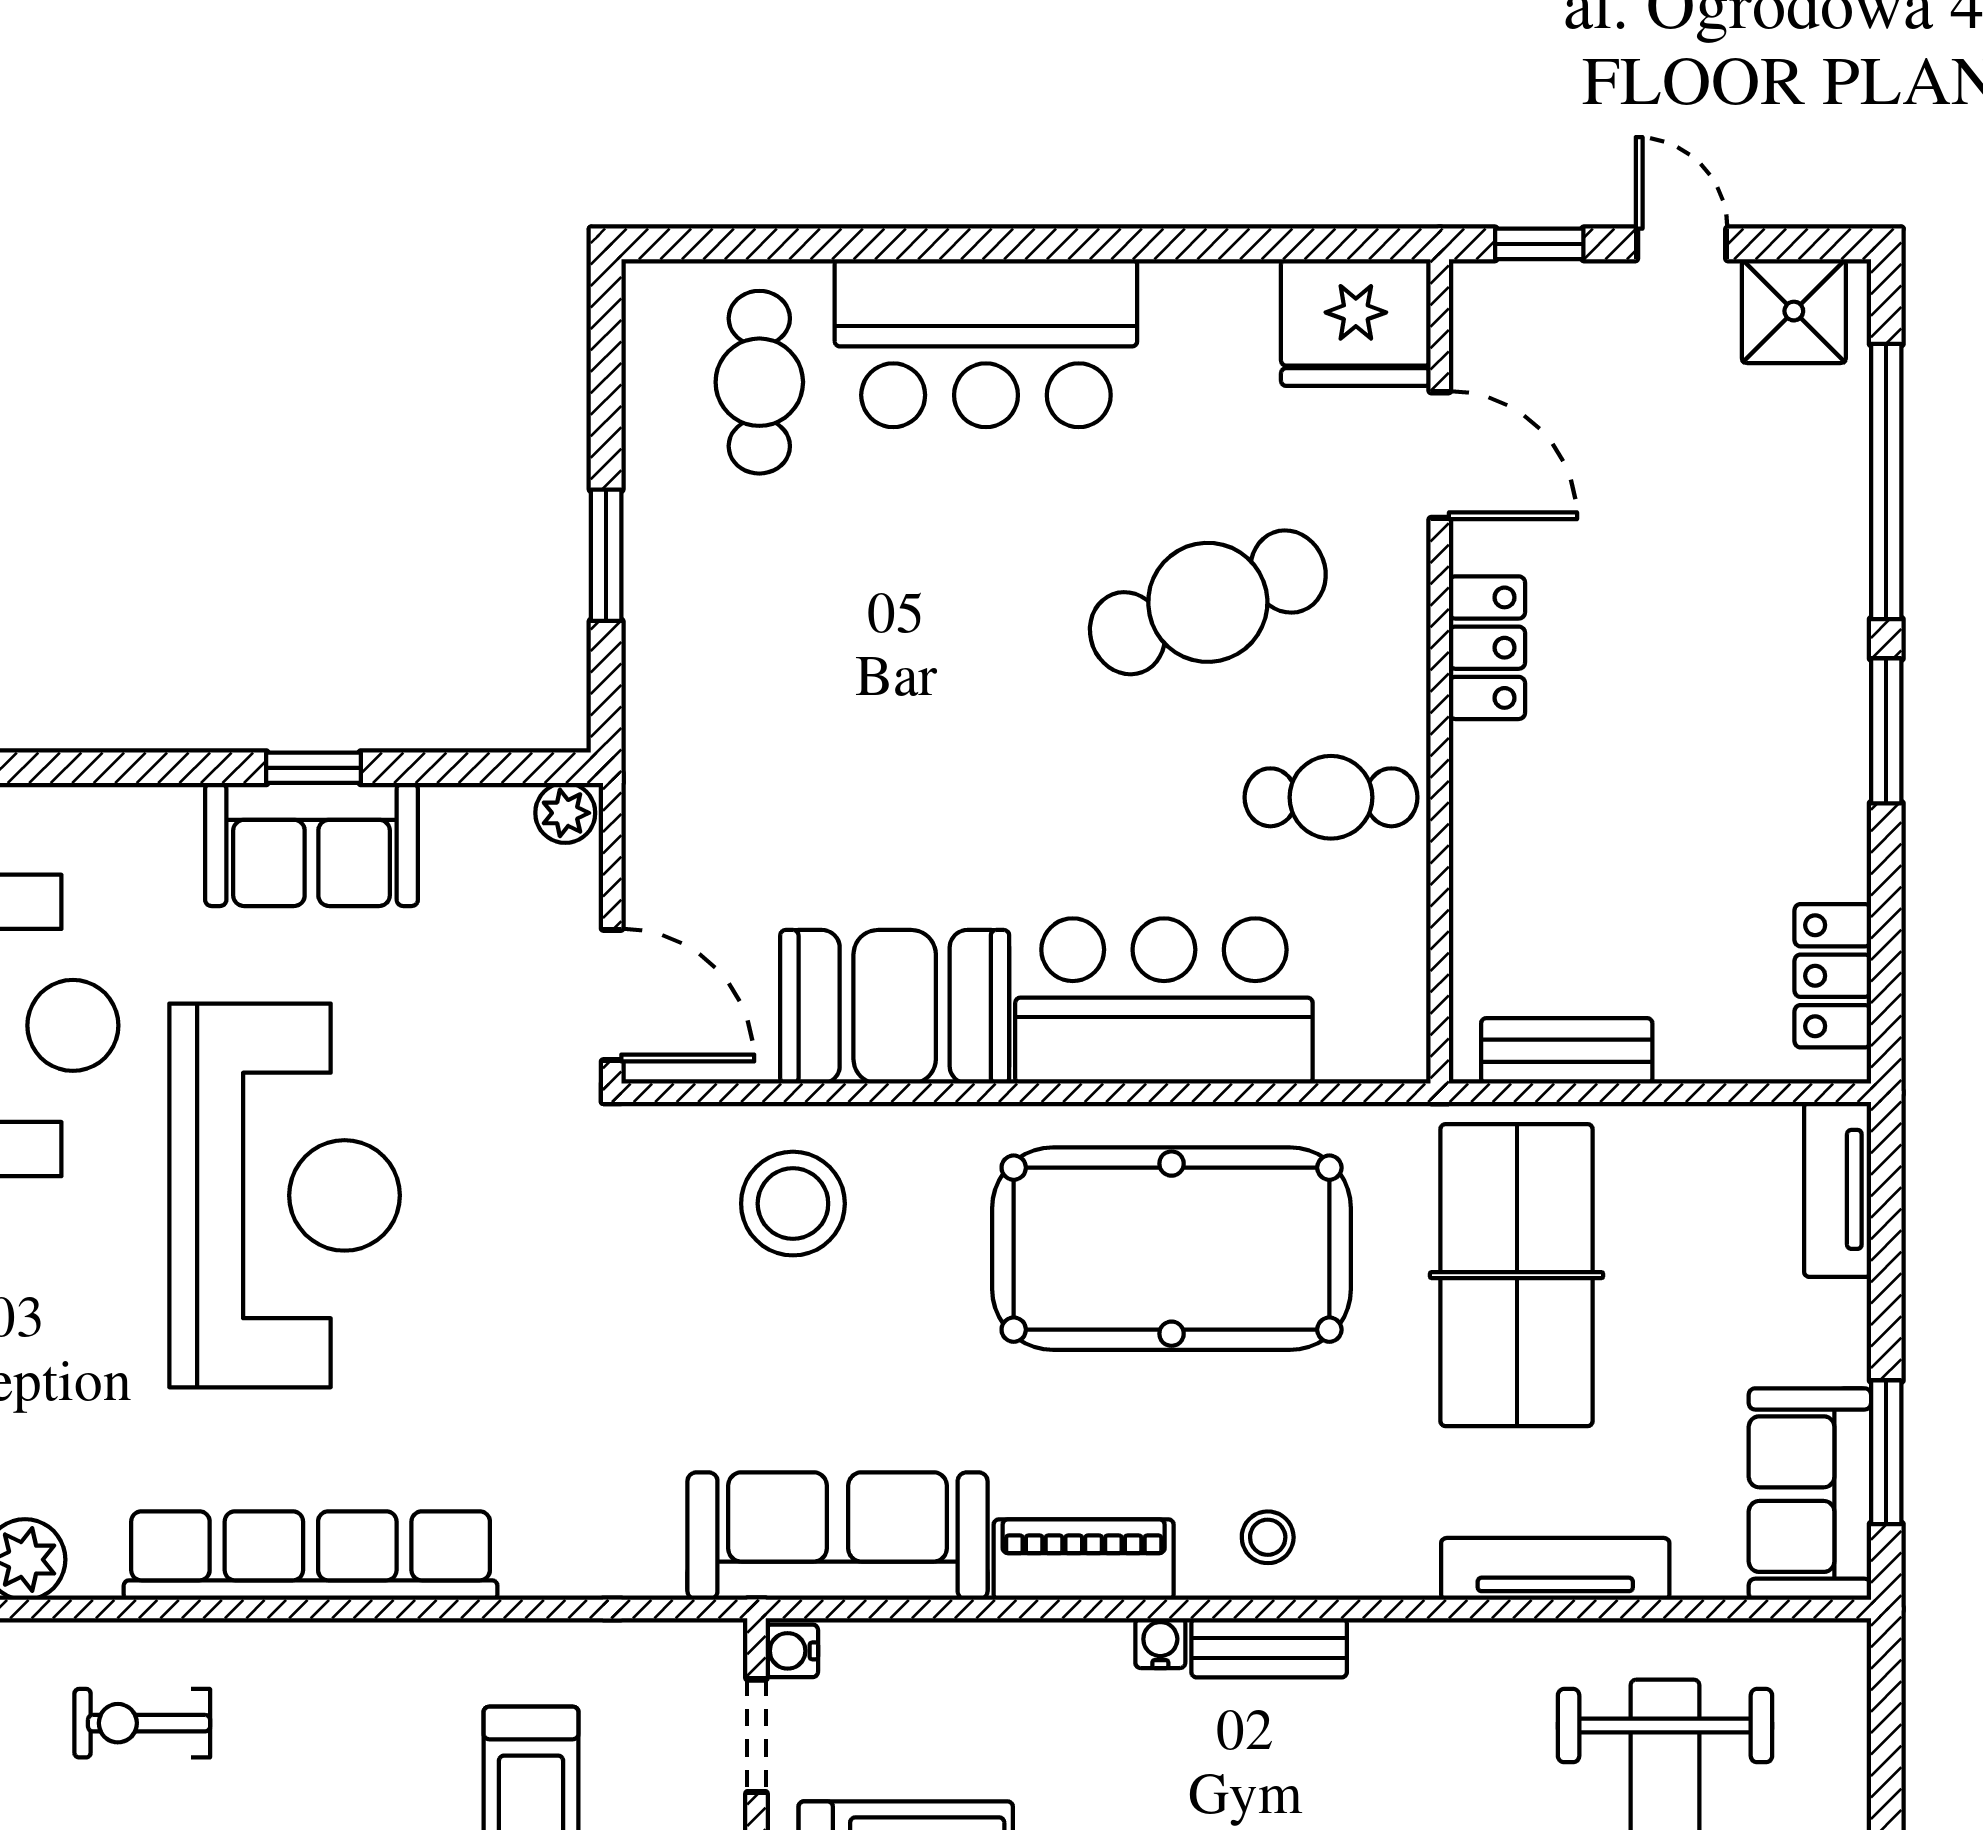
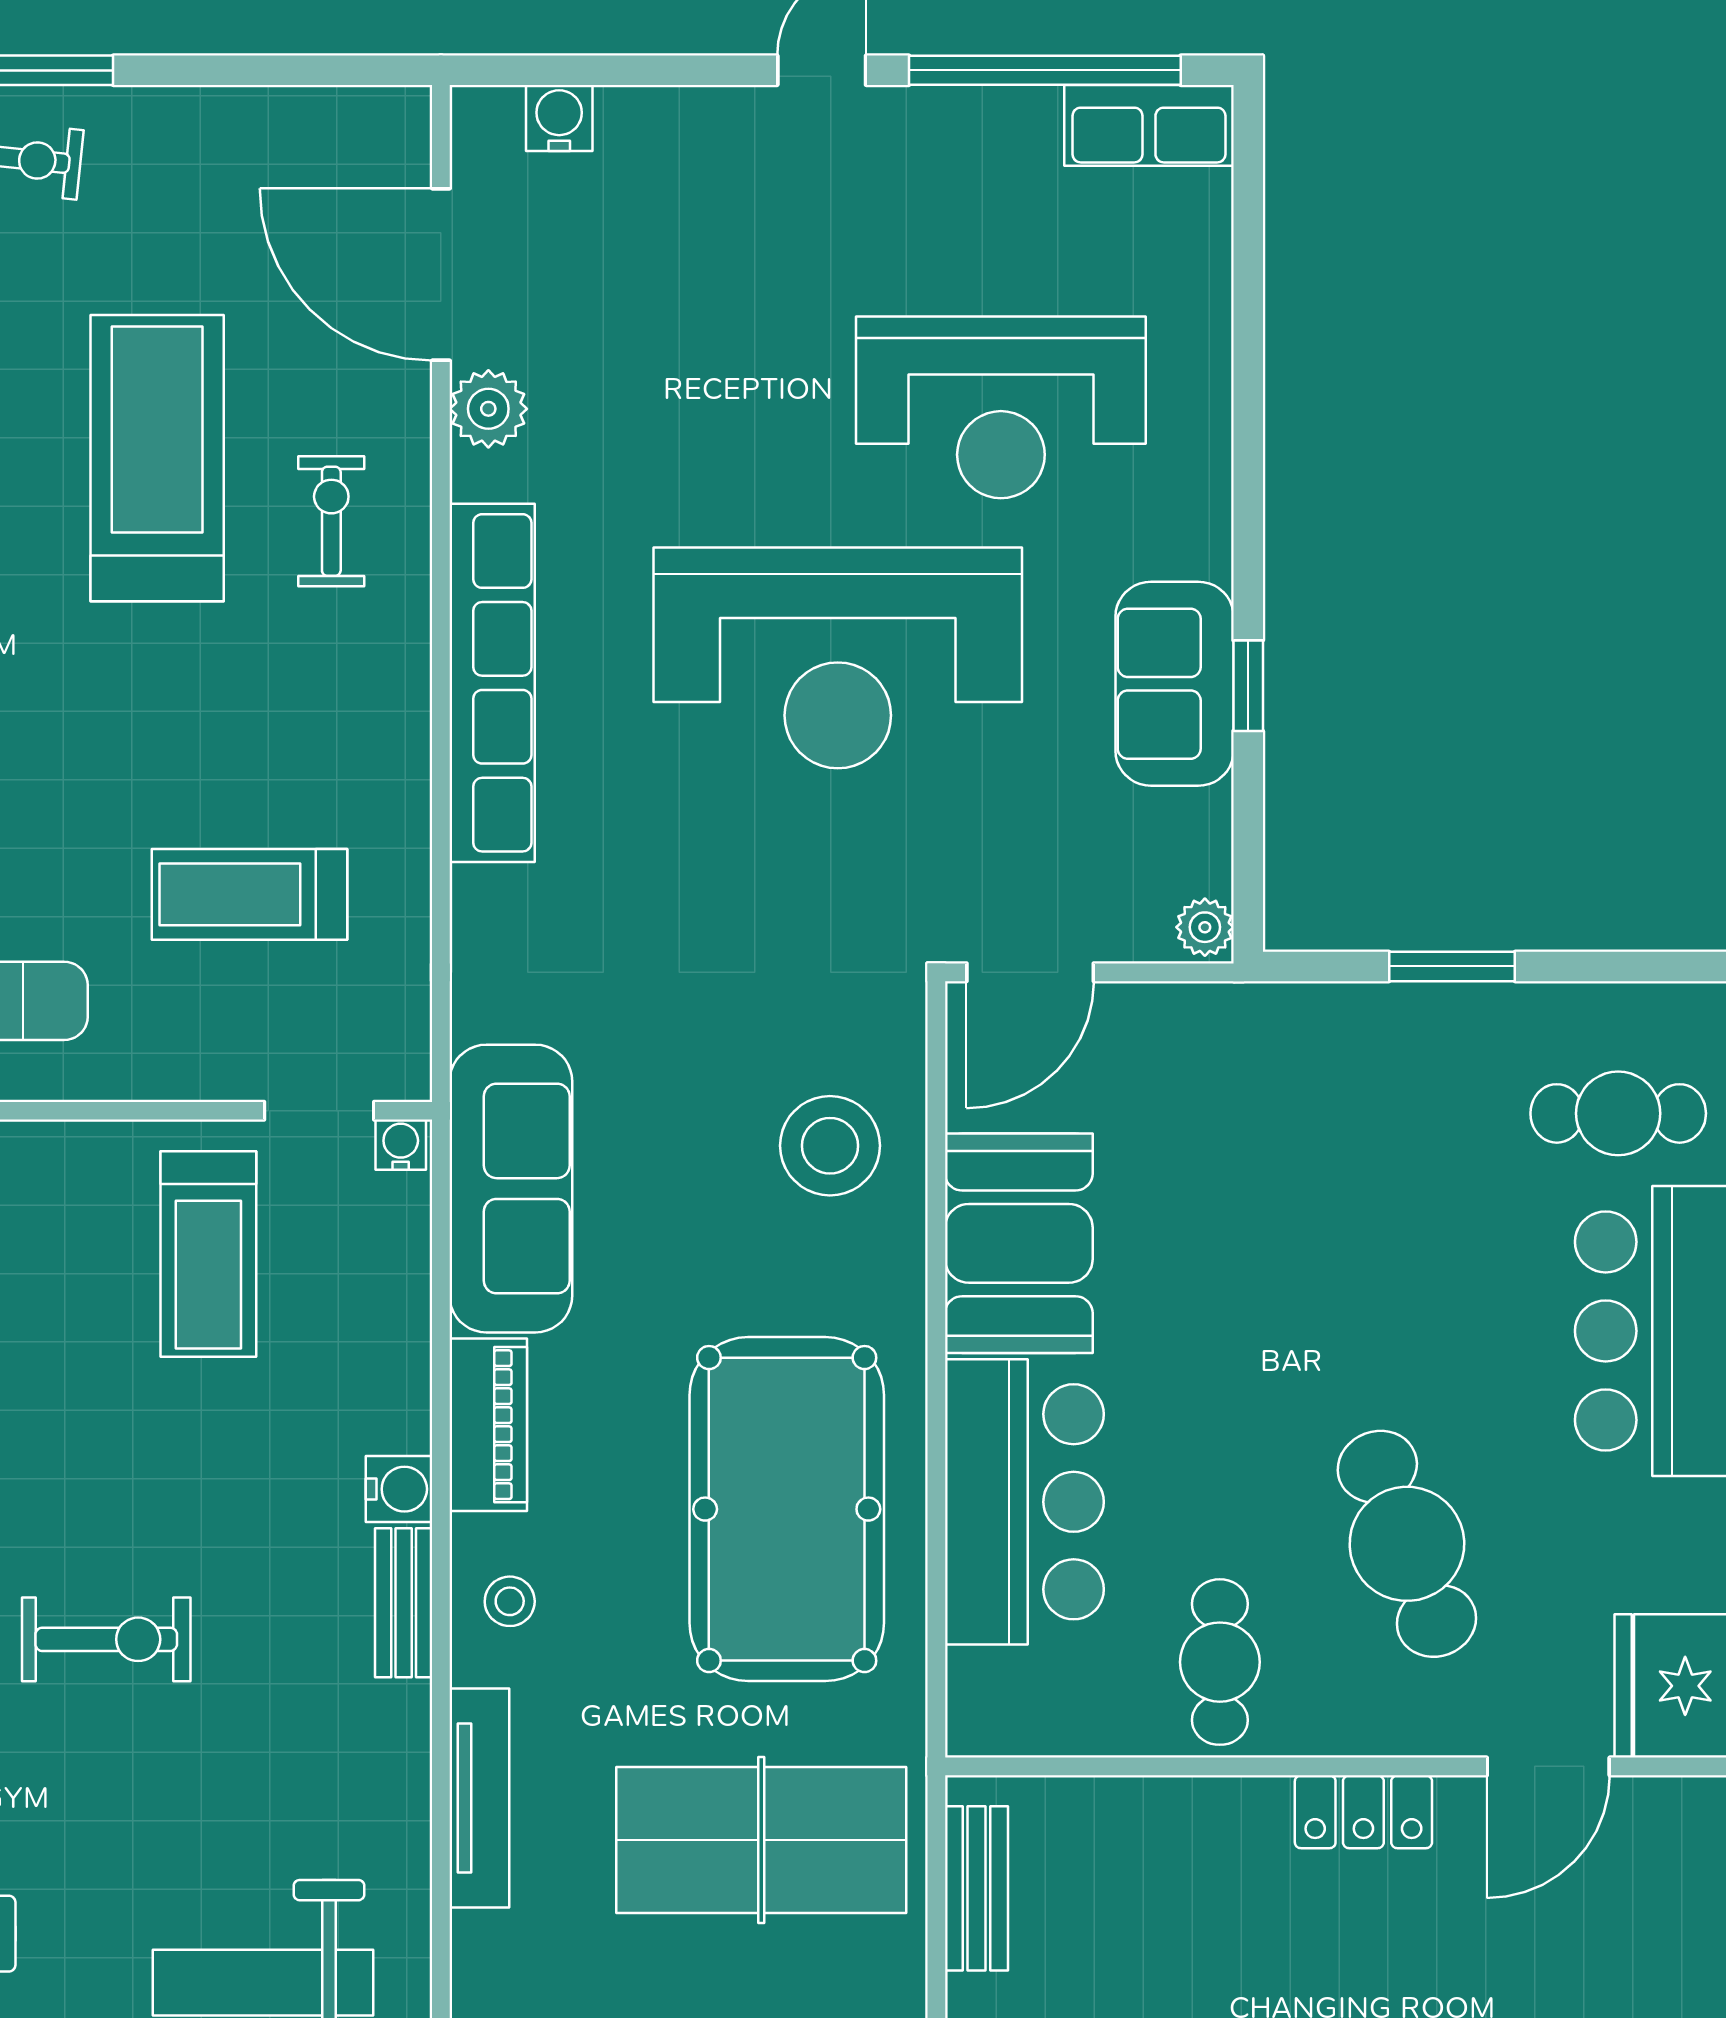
tv unit: (1555, 1569) -> (479, 1798), moved
water cooler: (1160, 1643) -> (399, 1489), width x1.38, depth x1.38

